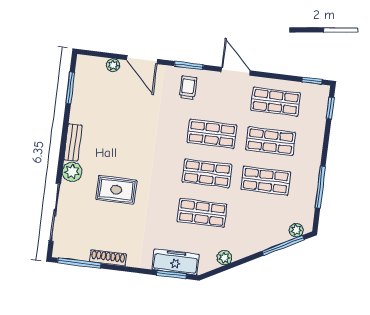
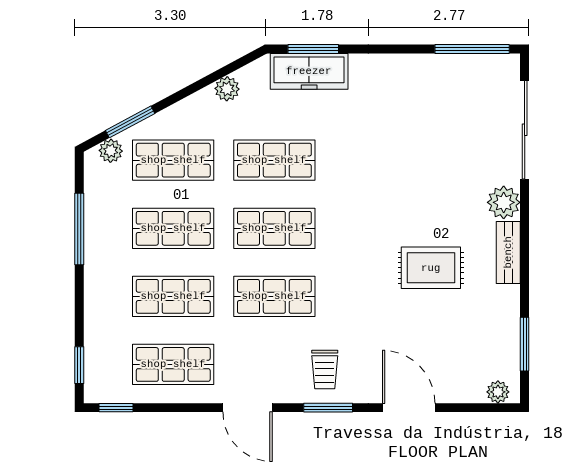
plant: (113, 65) -> (498, 392), moved
rug: (116, 190) -> (431, 268), moved
shop shelf: (261, 220) -> (173, 160), added
window: (283, 245) -> (130, 122), width x0.69
shoe rack: (108, 258) -> (424, 64), removed

